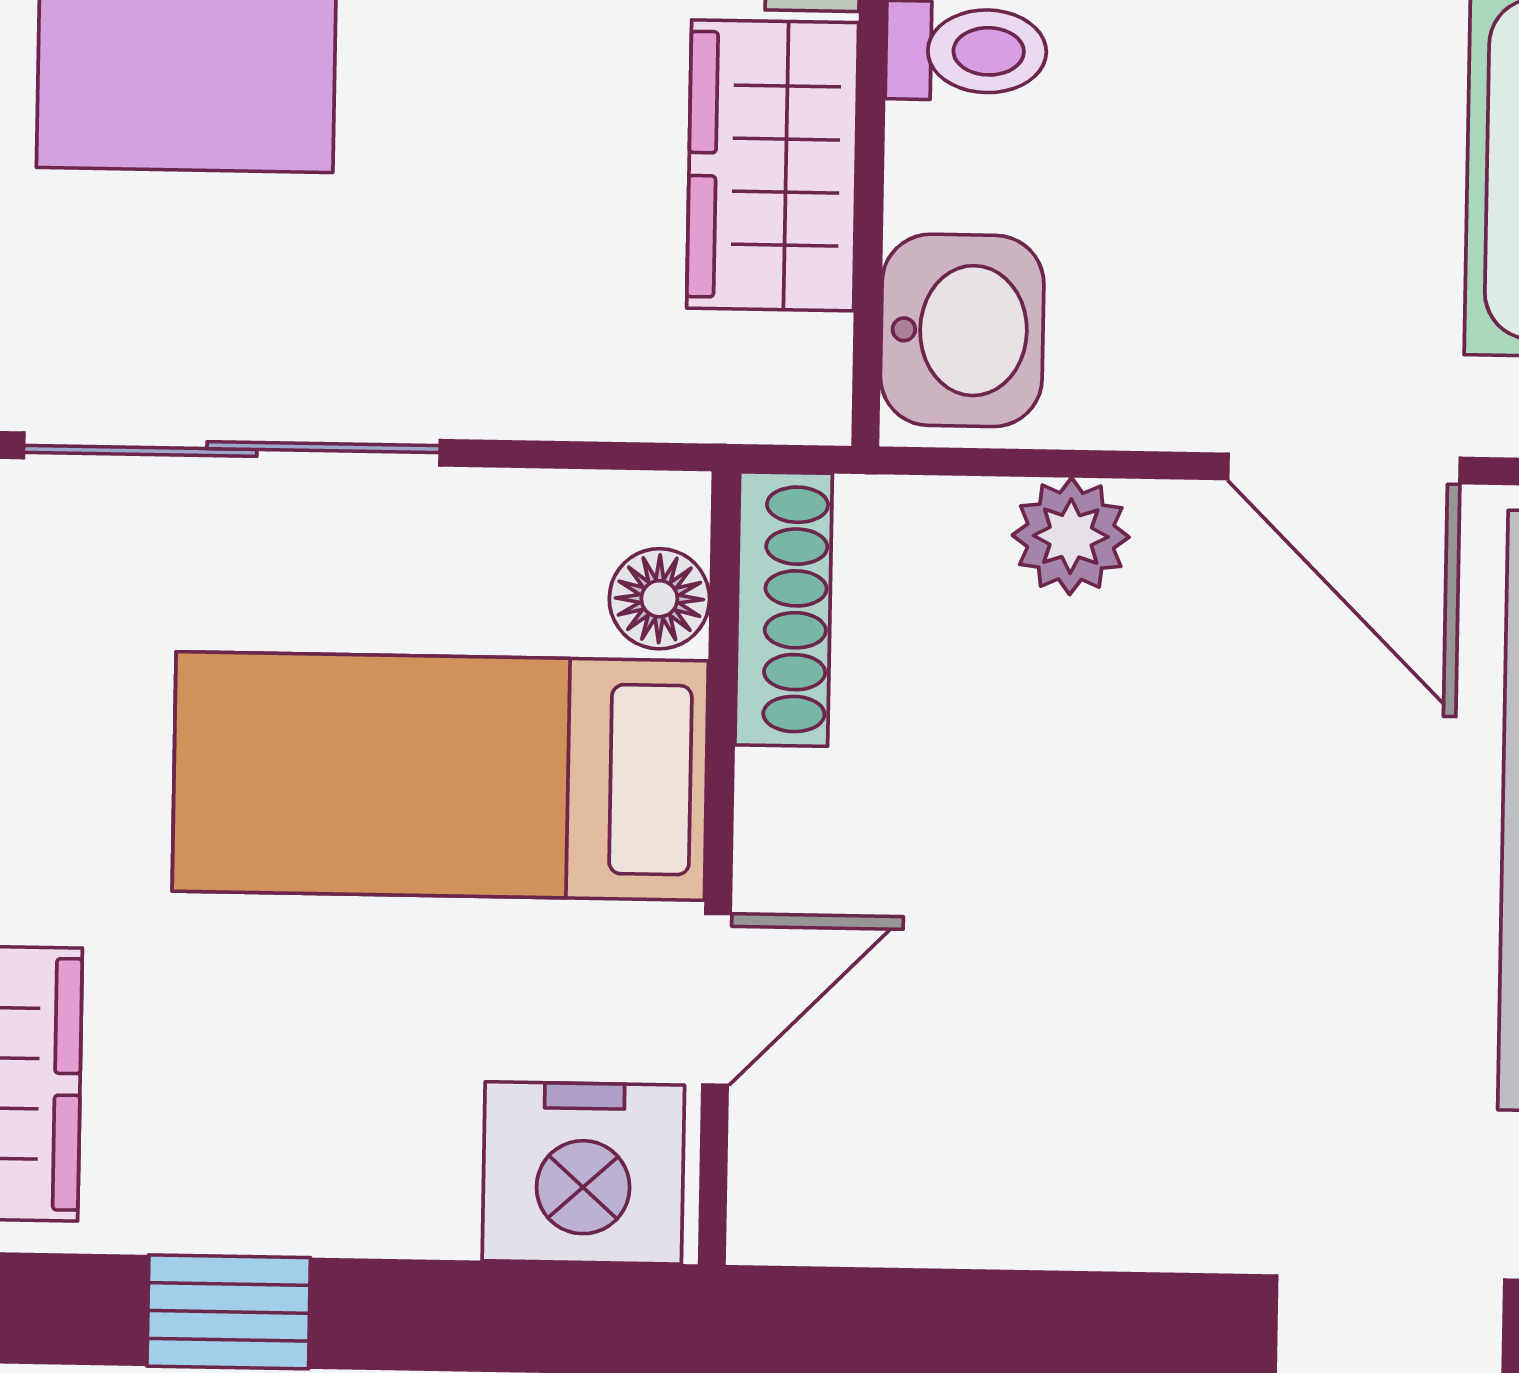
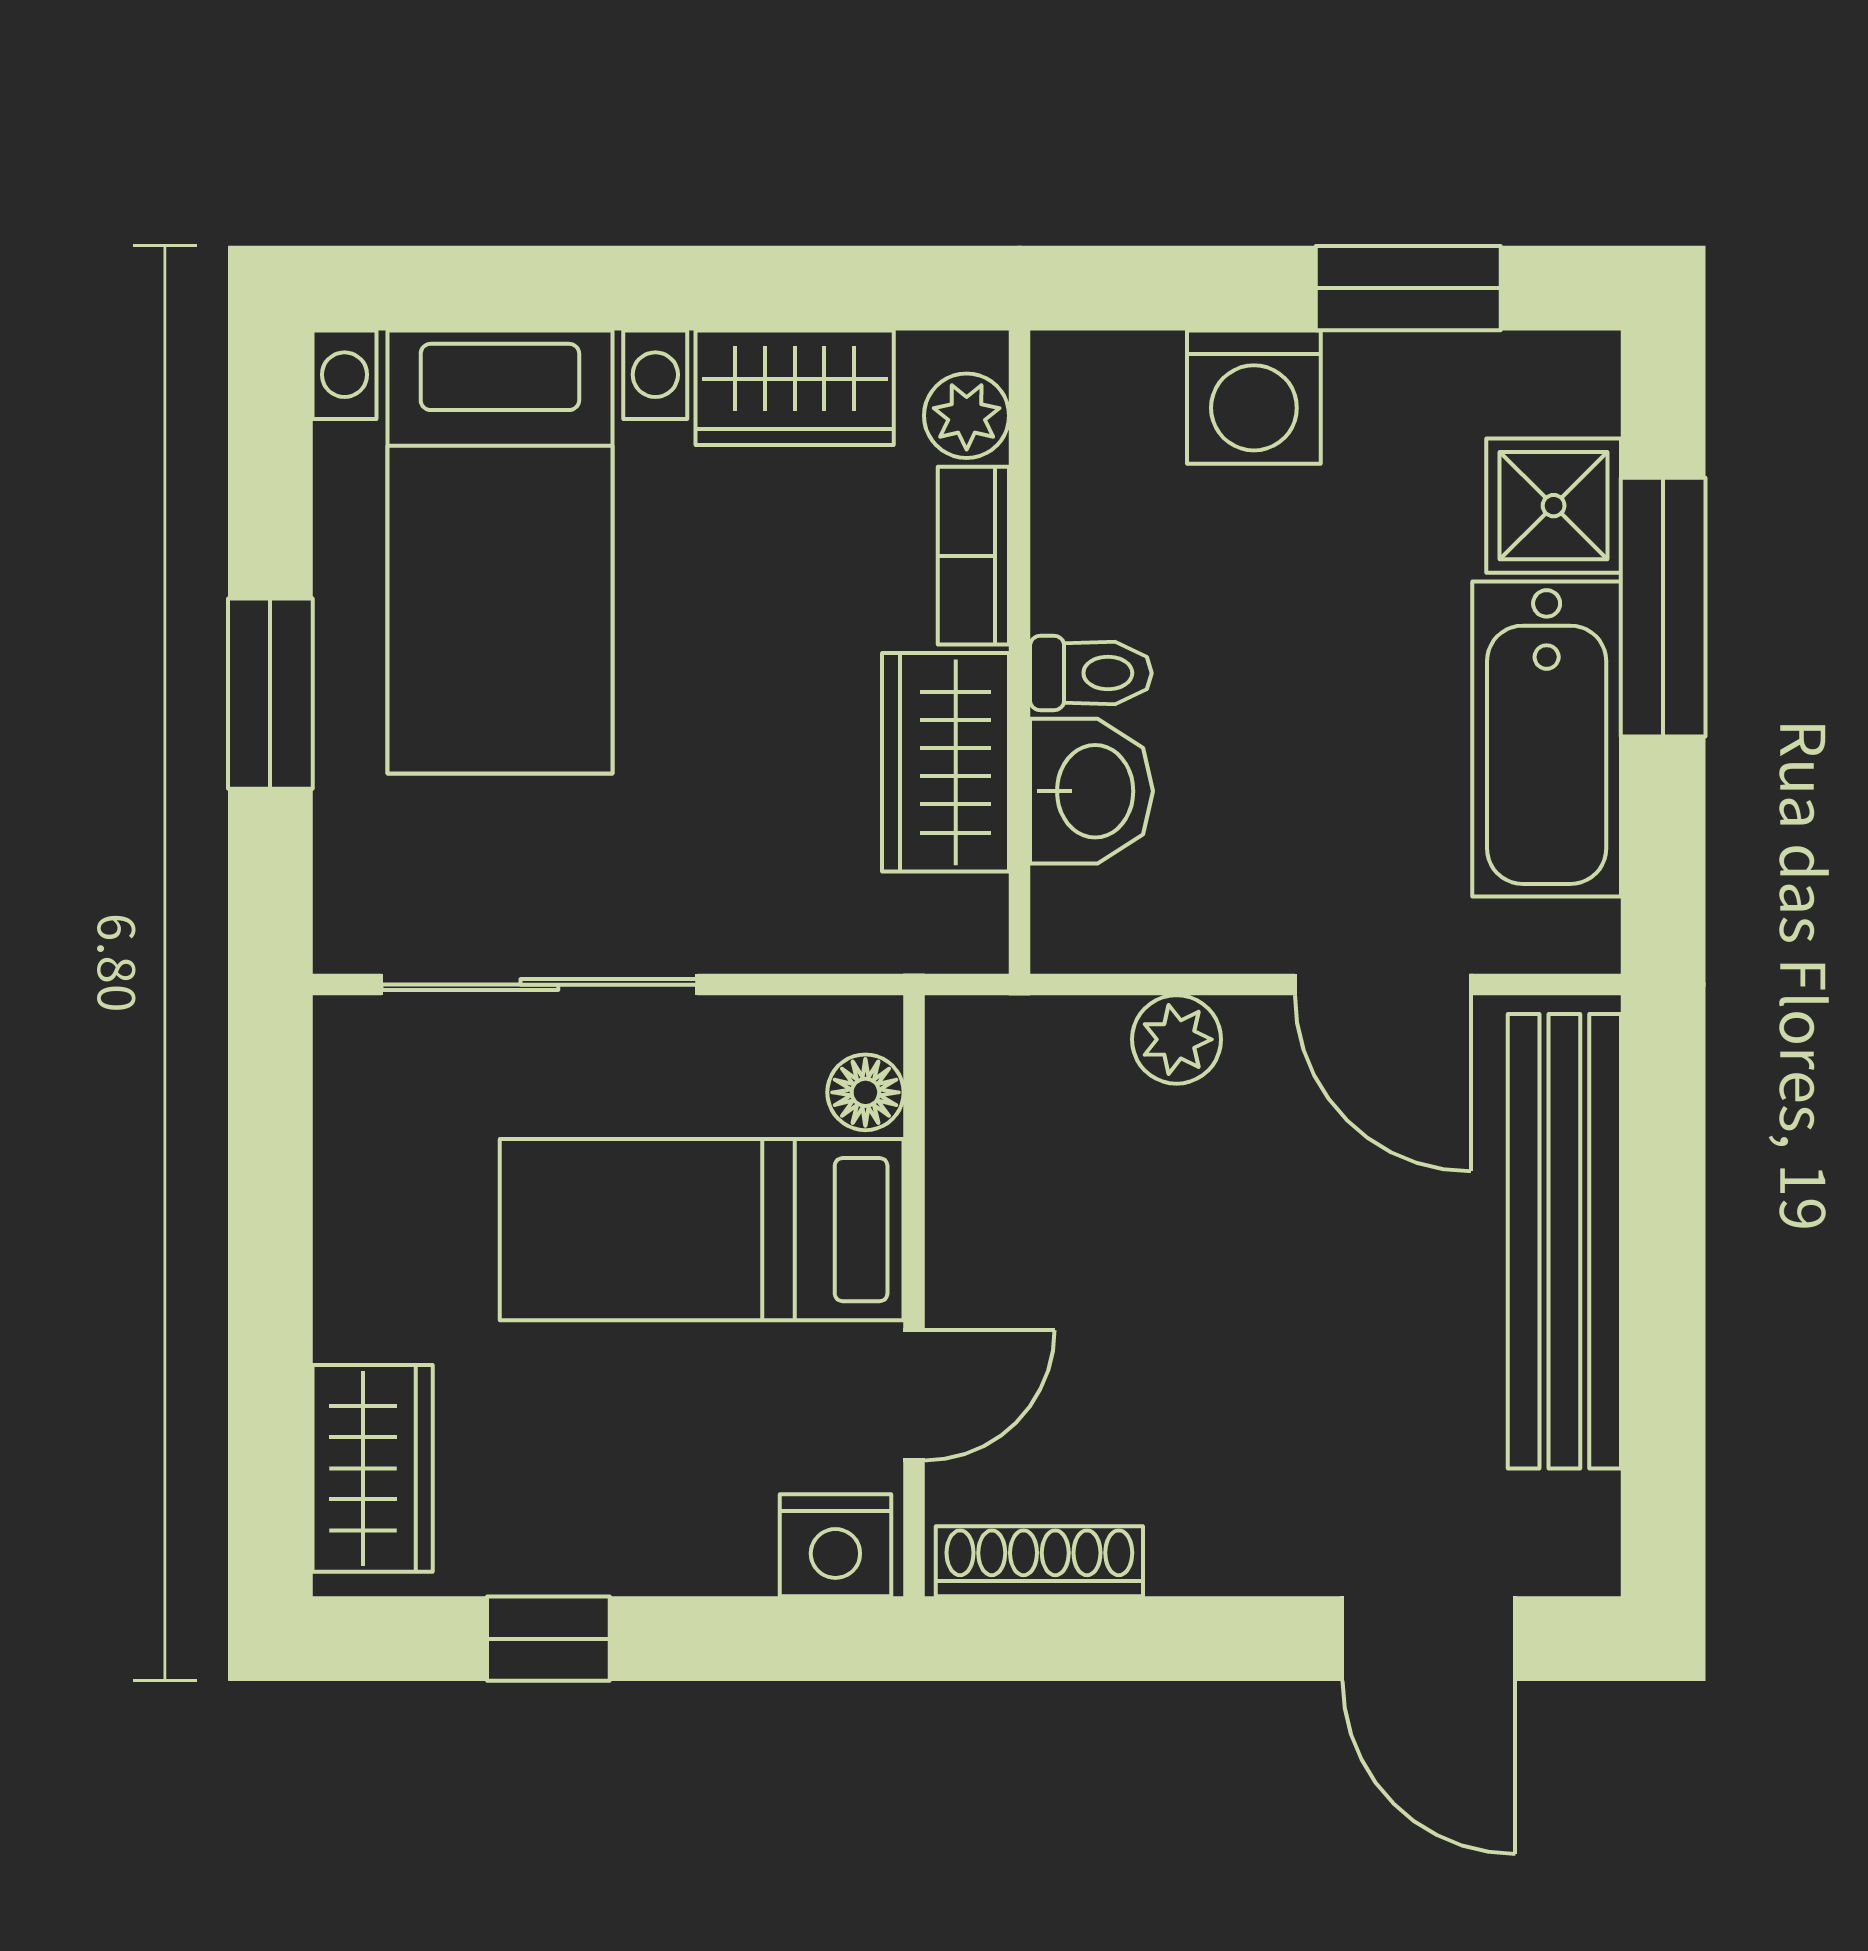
washbasin: (962, 330) -> (1091, 791), moved
shoe rack: (784, 609) -> (1039, 1561), moved, turned -90
nightstand: (583, 1173) -> (835, 1545), width x0.74, depth x0.75

